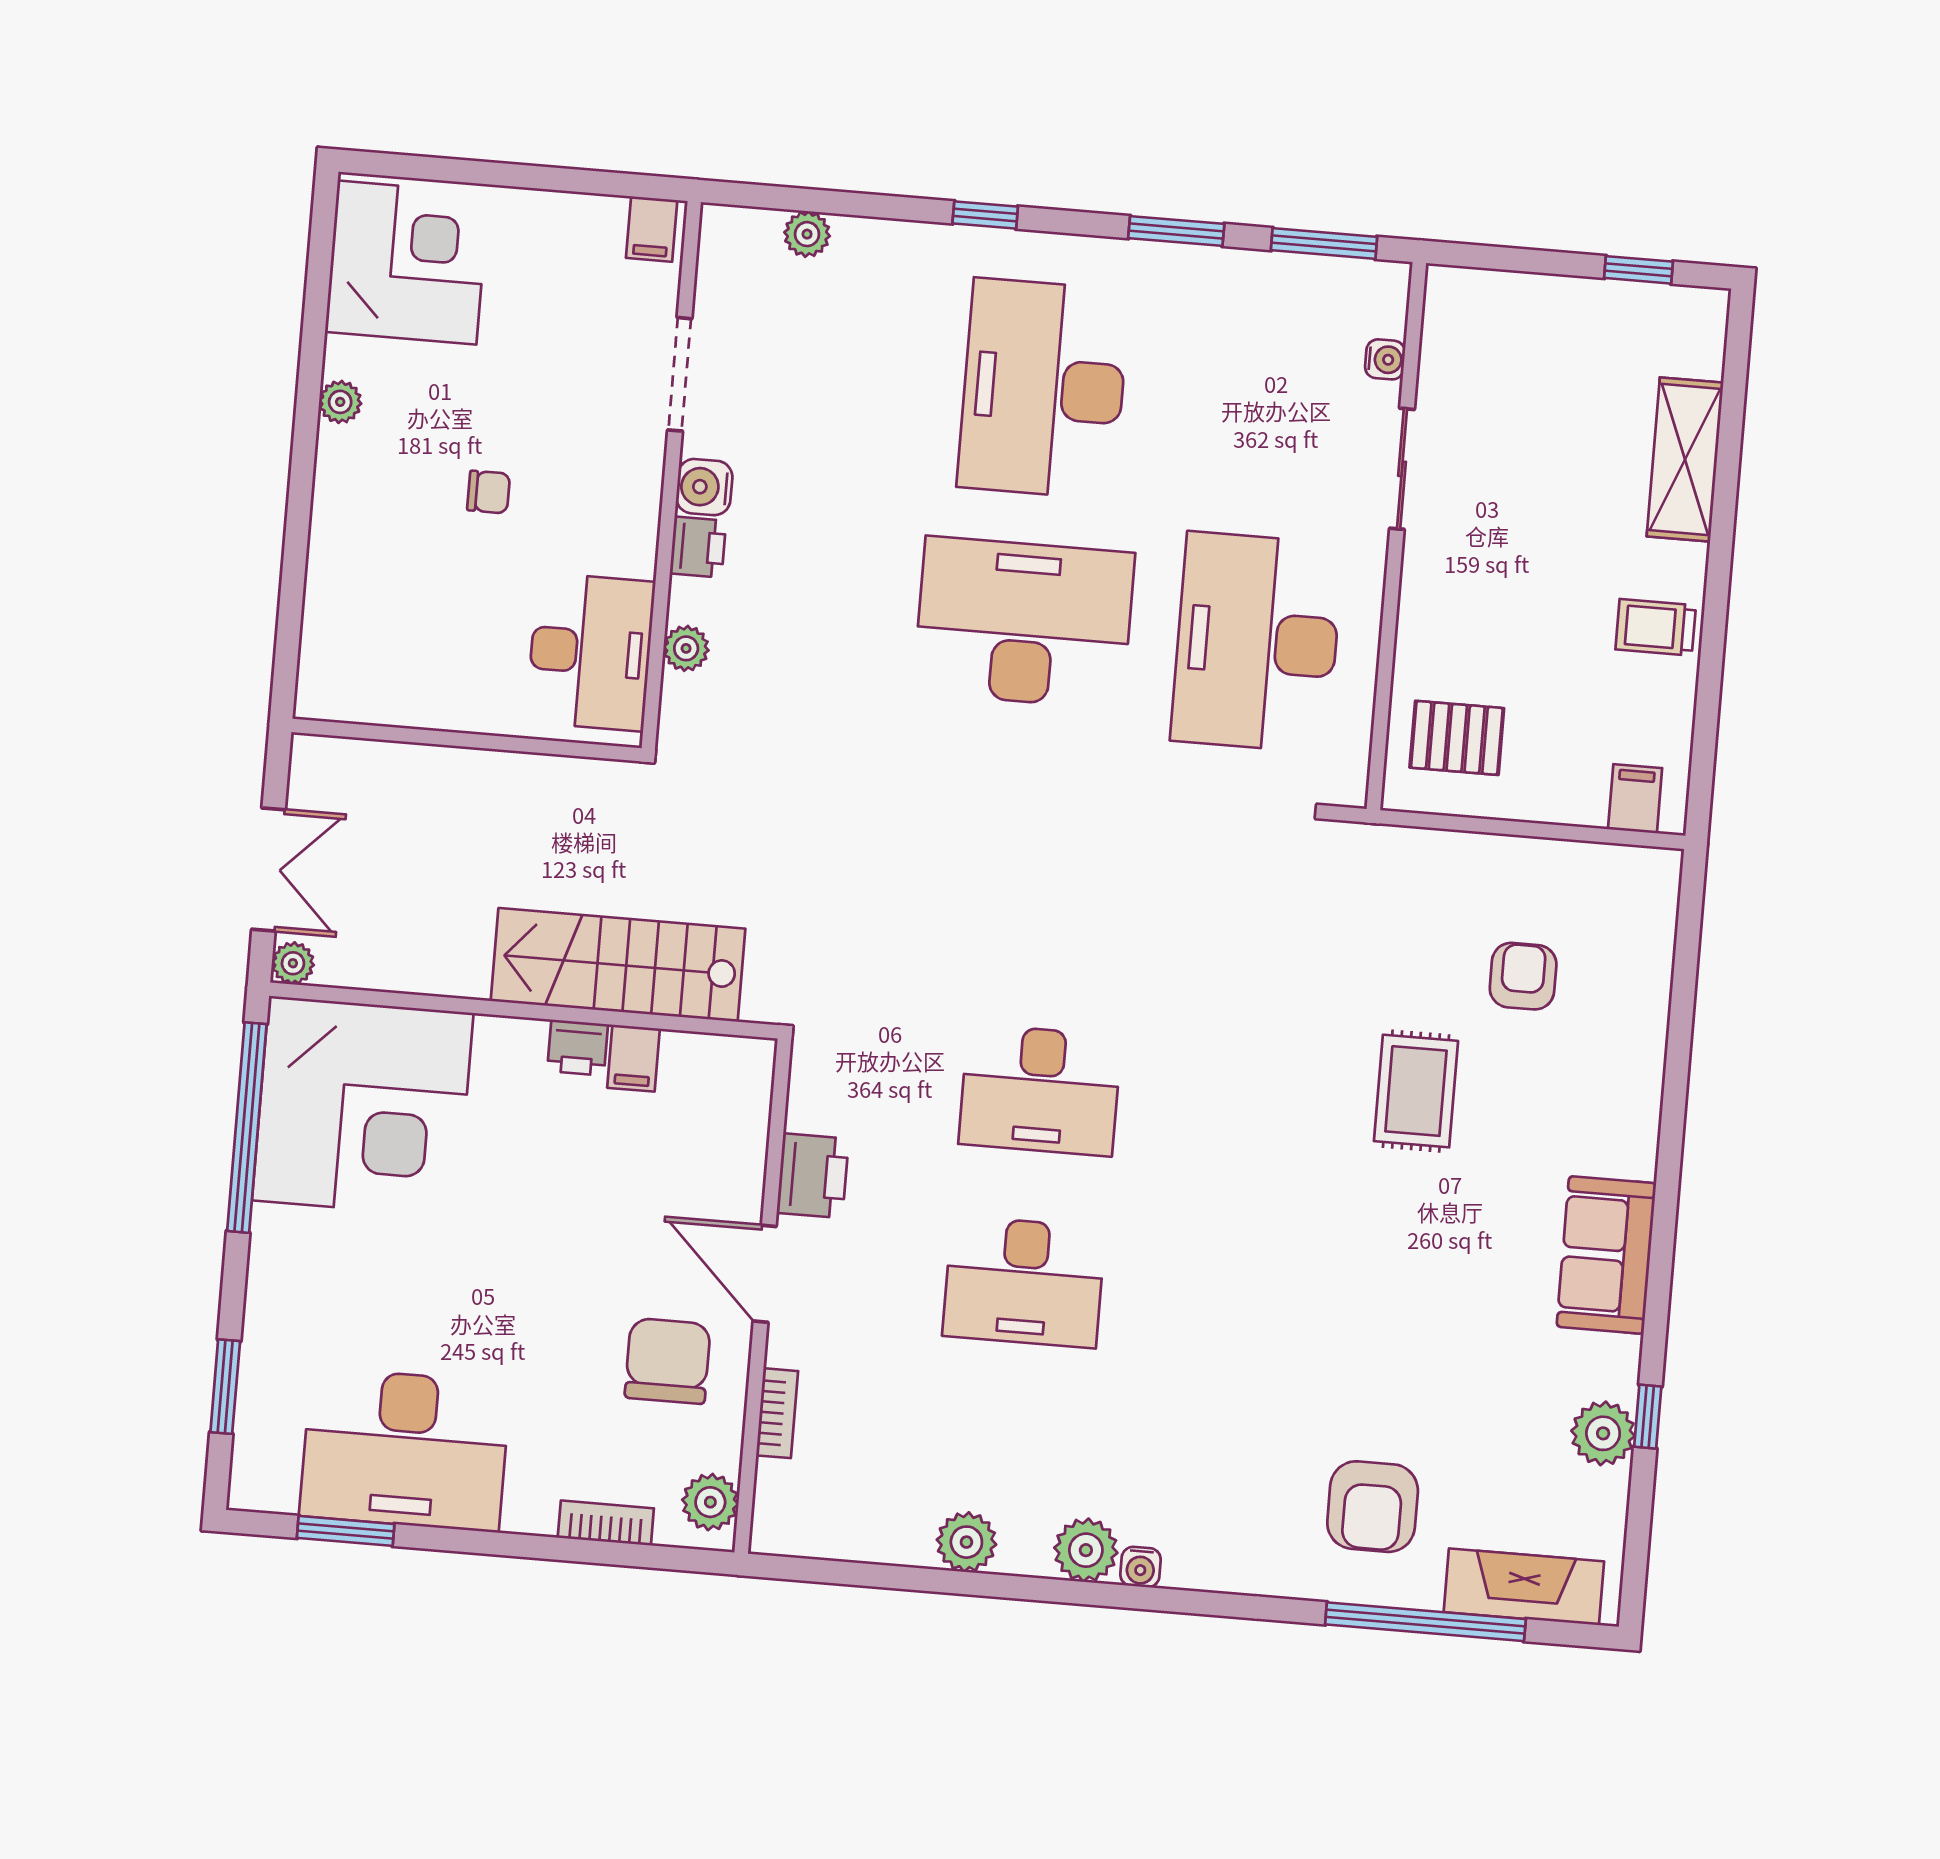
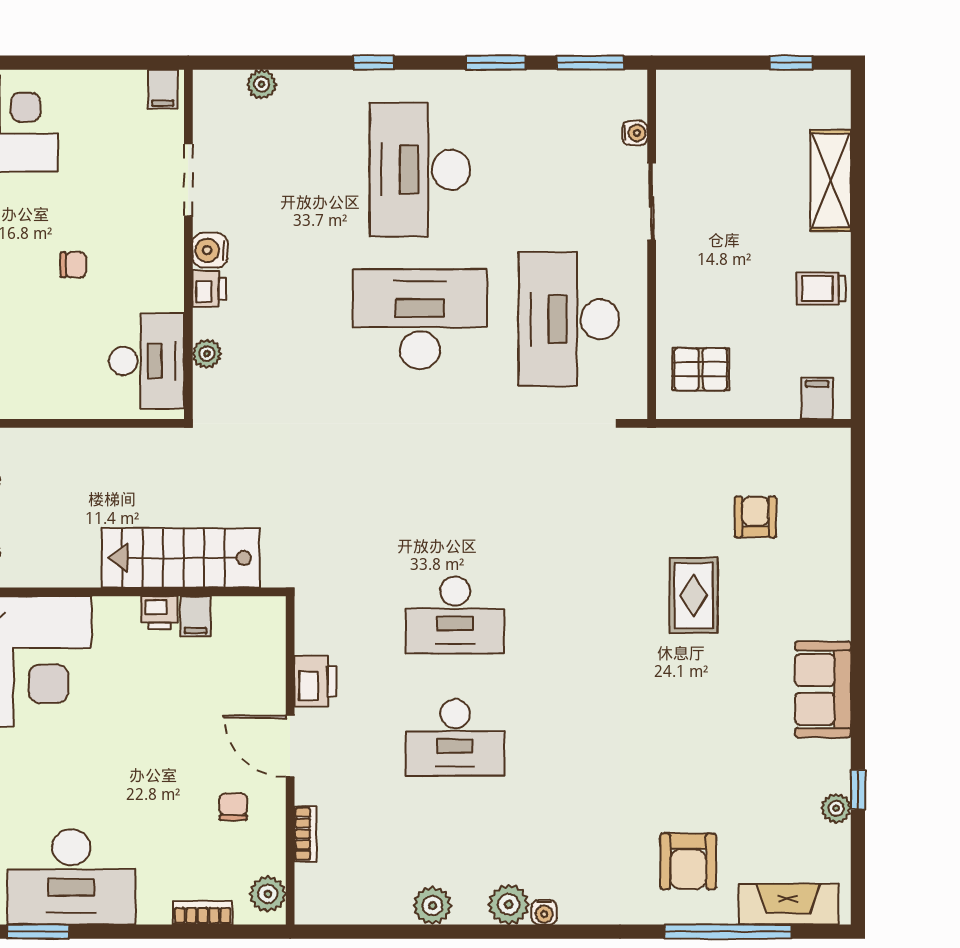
chair: (668, 1361) -> (233, 807), width x0.54, depth x0.54
plant: (1603, 1433) -> (836, 808), width x0.73, depth x0.73

